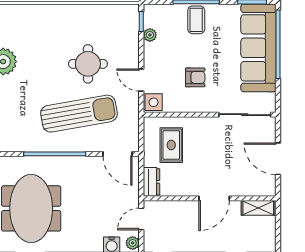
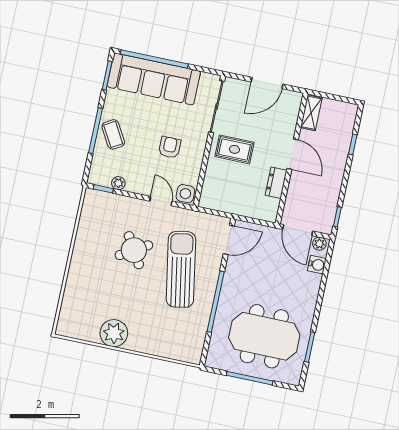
coffee table: (196, 20) -> (113, 134), turned 60
round table: (88, 64) -> (134, 250), turned -31
door: (141, 80) -> (161, 201), swing flipped
rug: (171, 145) -> (234, 149), moved
dresser: (151, 182) -> (276, 183), moved, turned -90
door: (141, 219) -> (298, 230), width x1.38

